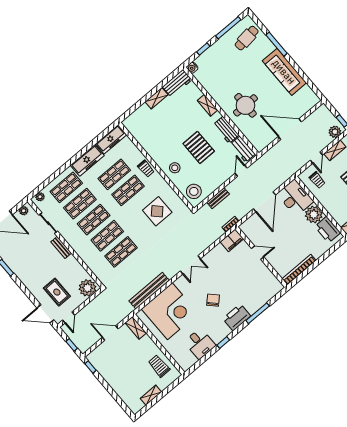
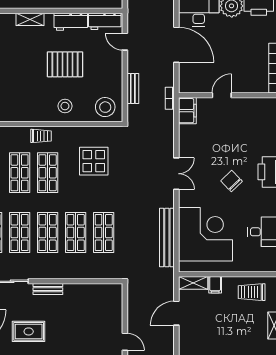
plant: (87, 288) -> (111, 297), removed
rug: (57, 292) -> (29, 331), moved
filing cabinet: (145, 341) -> (215, 285), added

